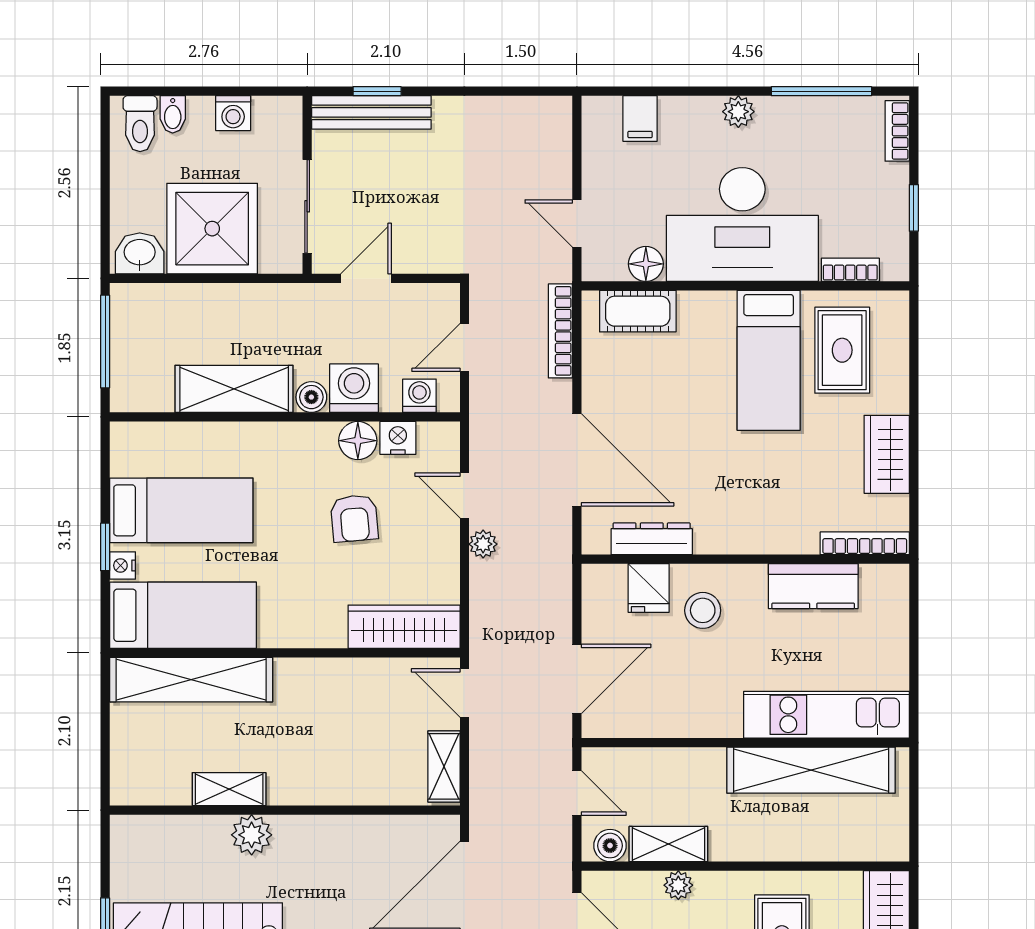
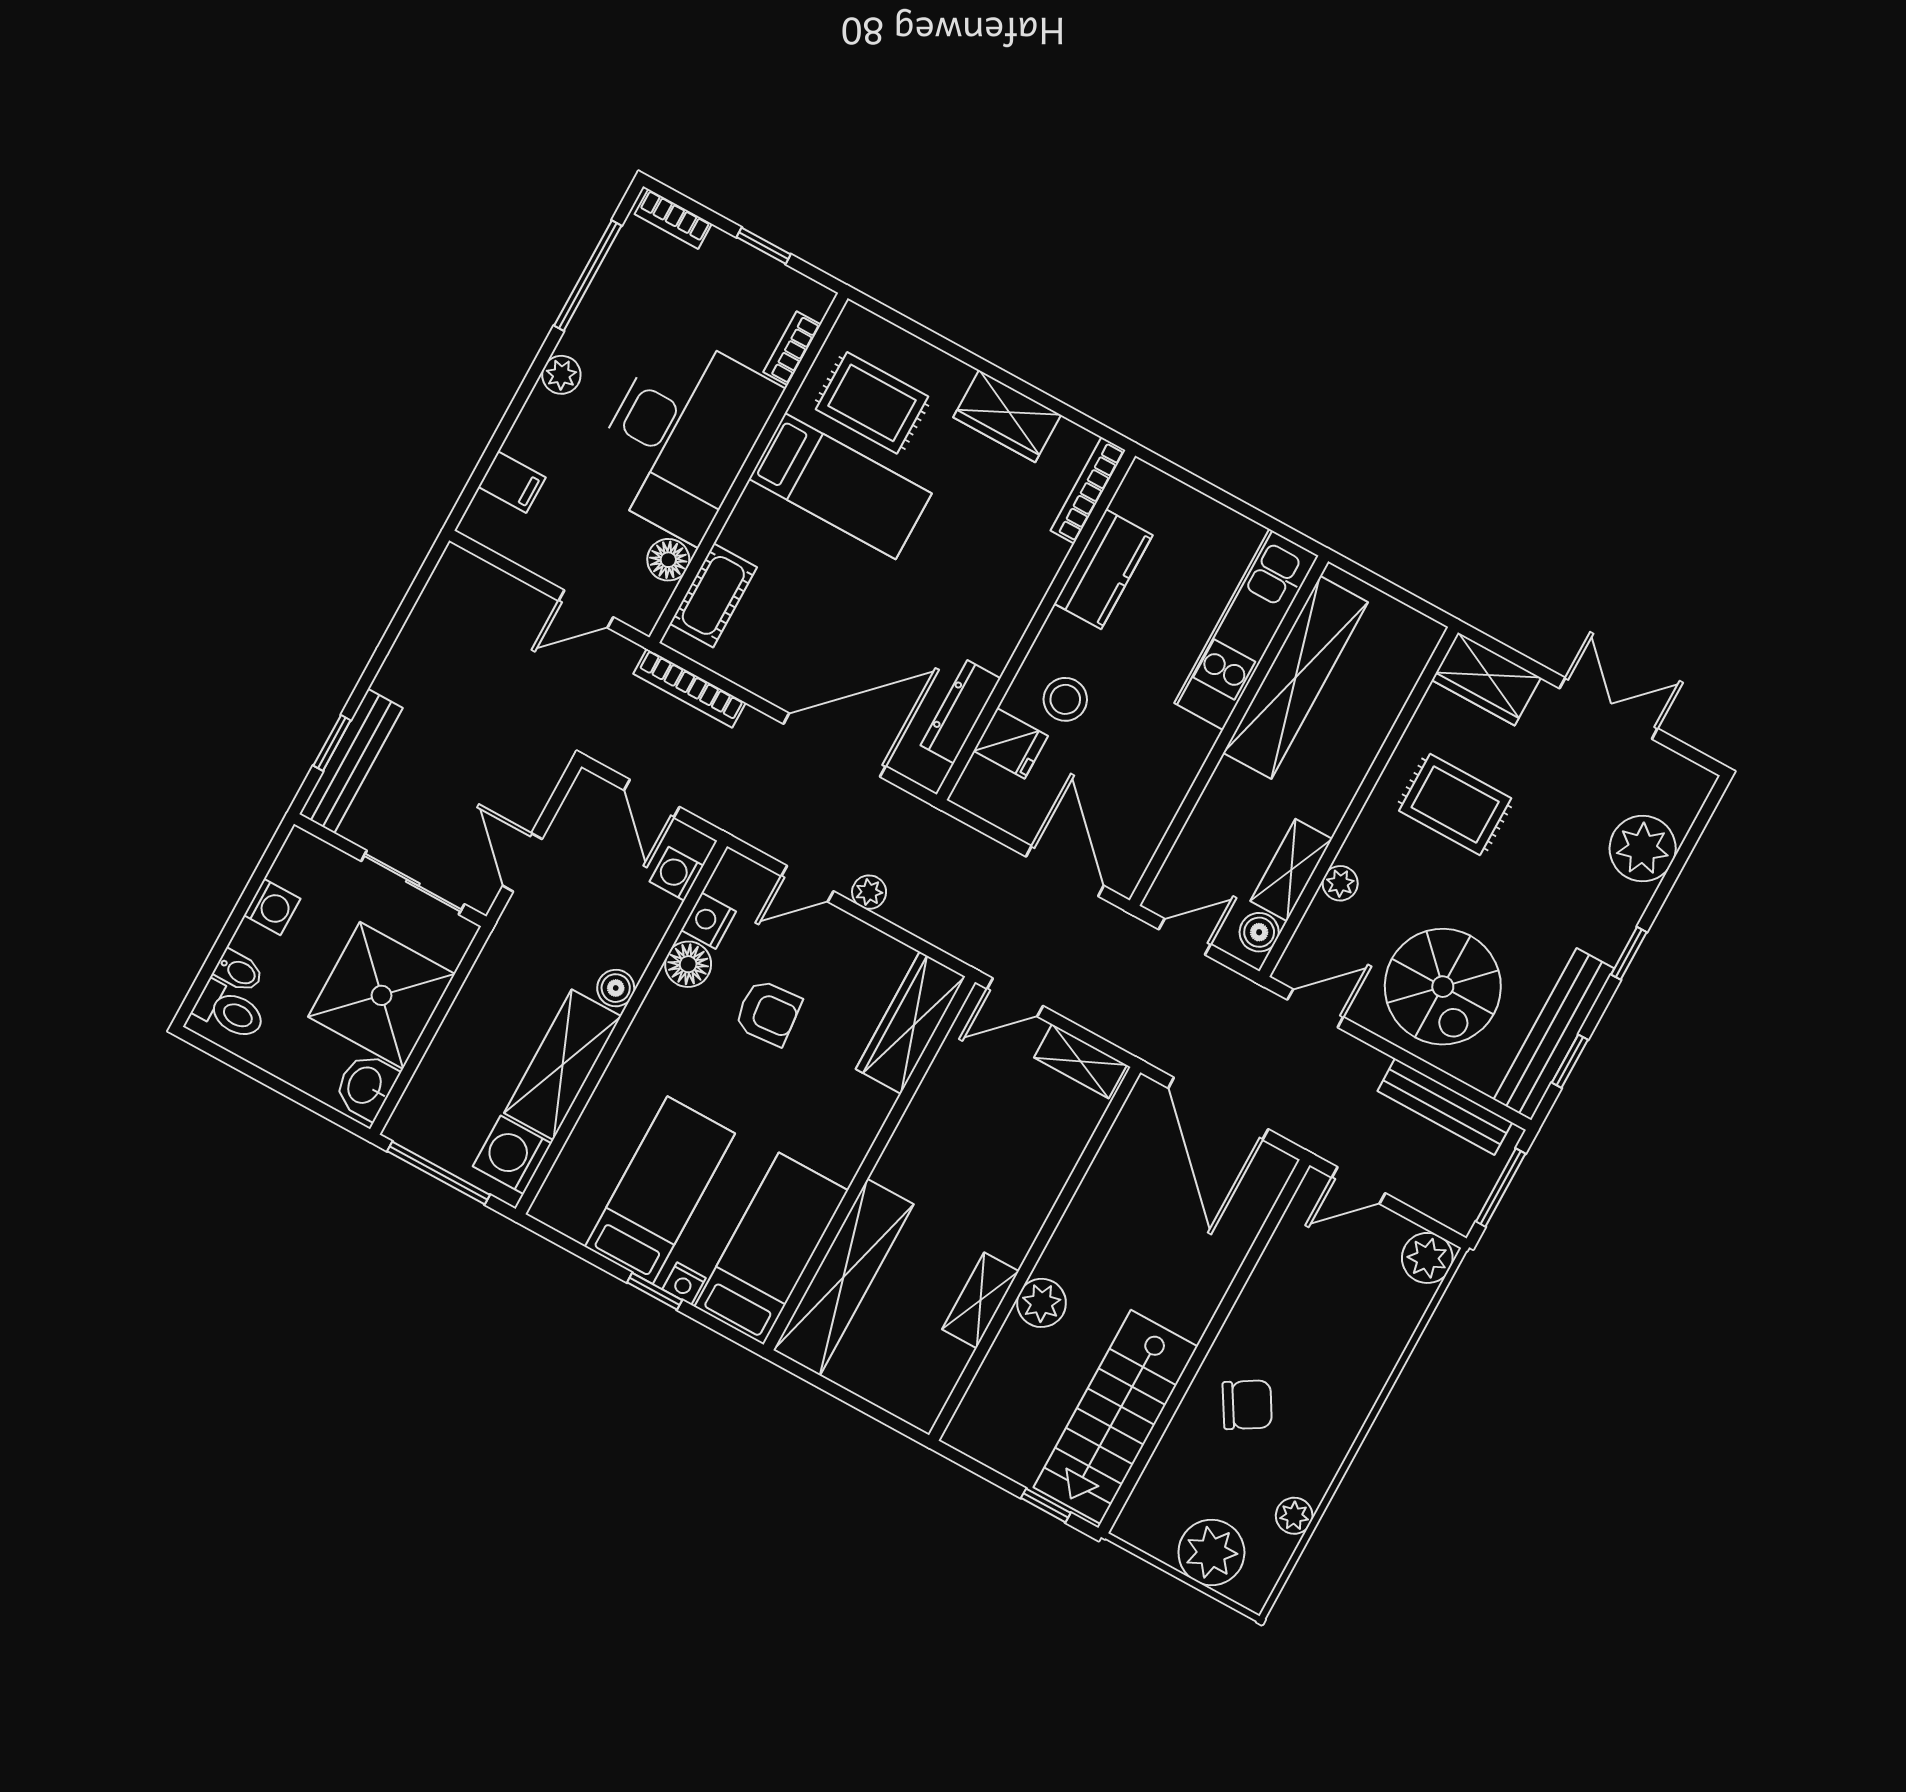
washing machine: (354, 388) -> (512, 1155), moved

